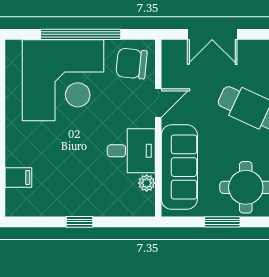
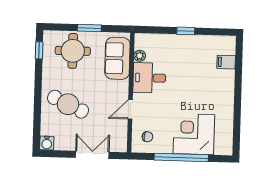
chair: (132, 64) -> (147, 137), width x0.54, depth x0.54
corner desk: (63, 80) -> (194, 134), width x0.74, depth x0.74
sofa: (179, 167) -> (117, 58), width x0.73

